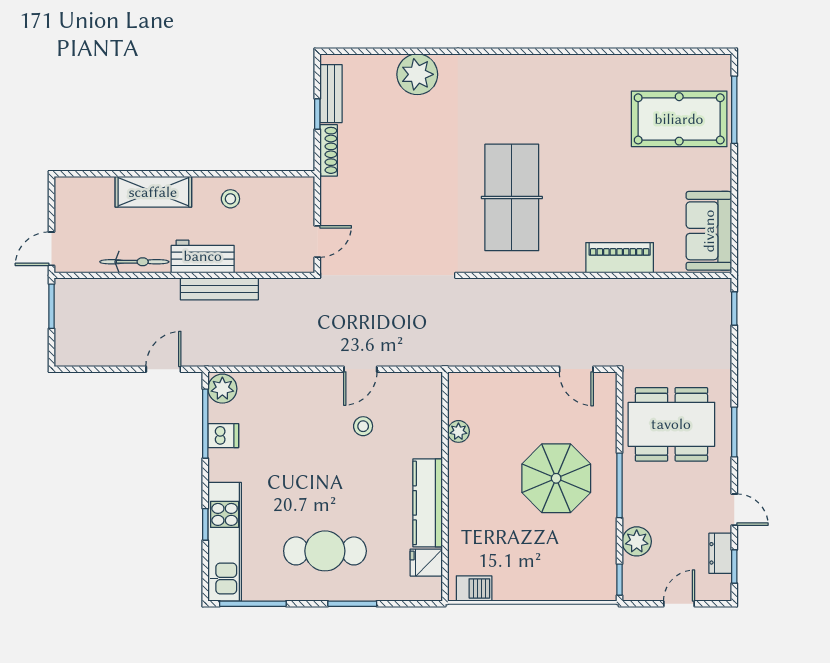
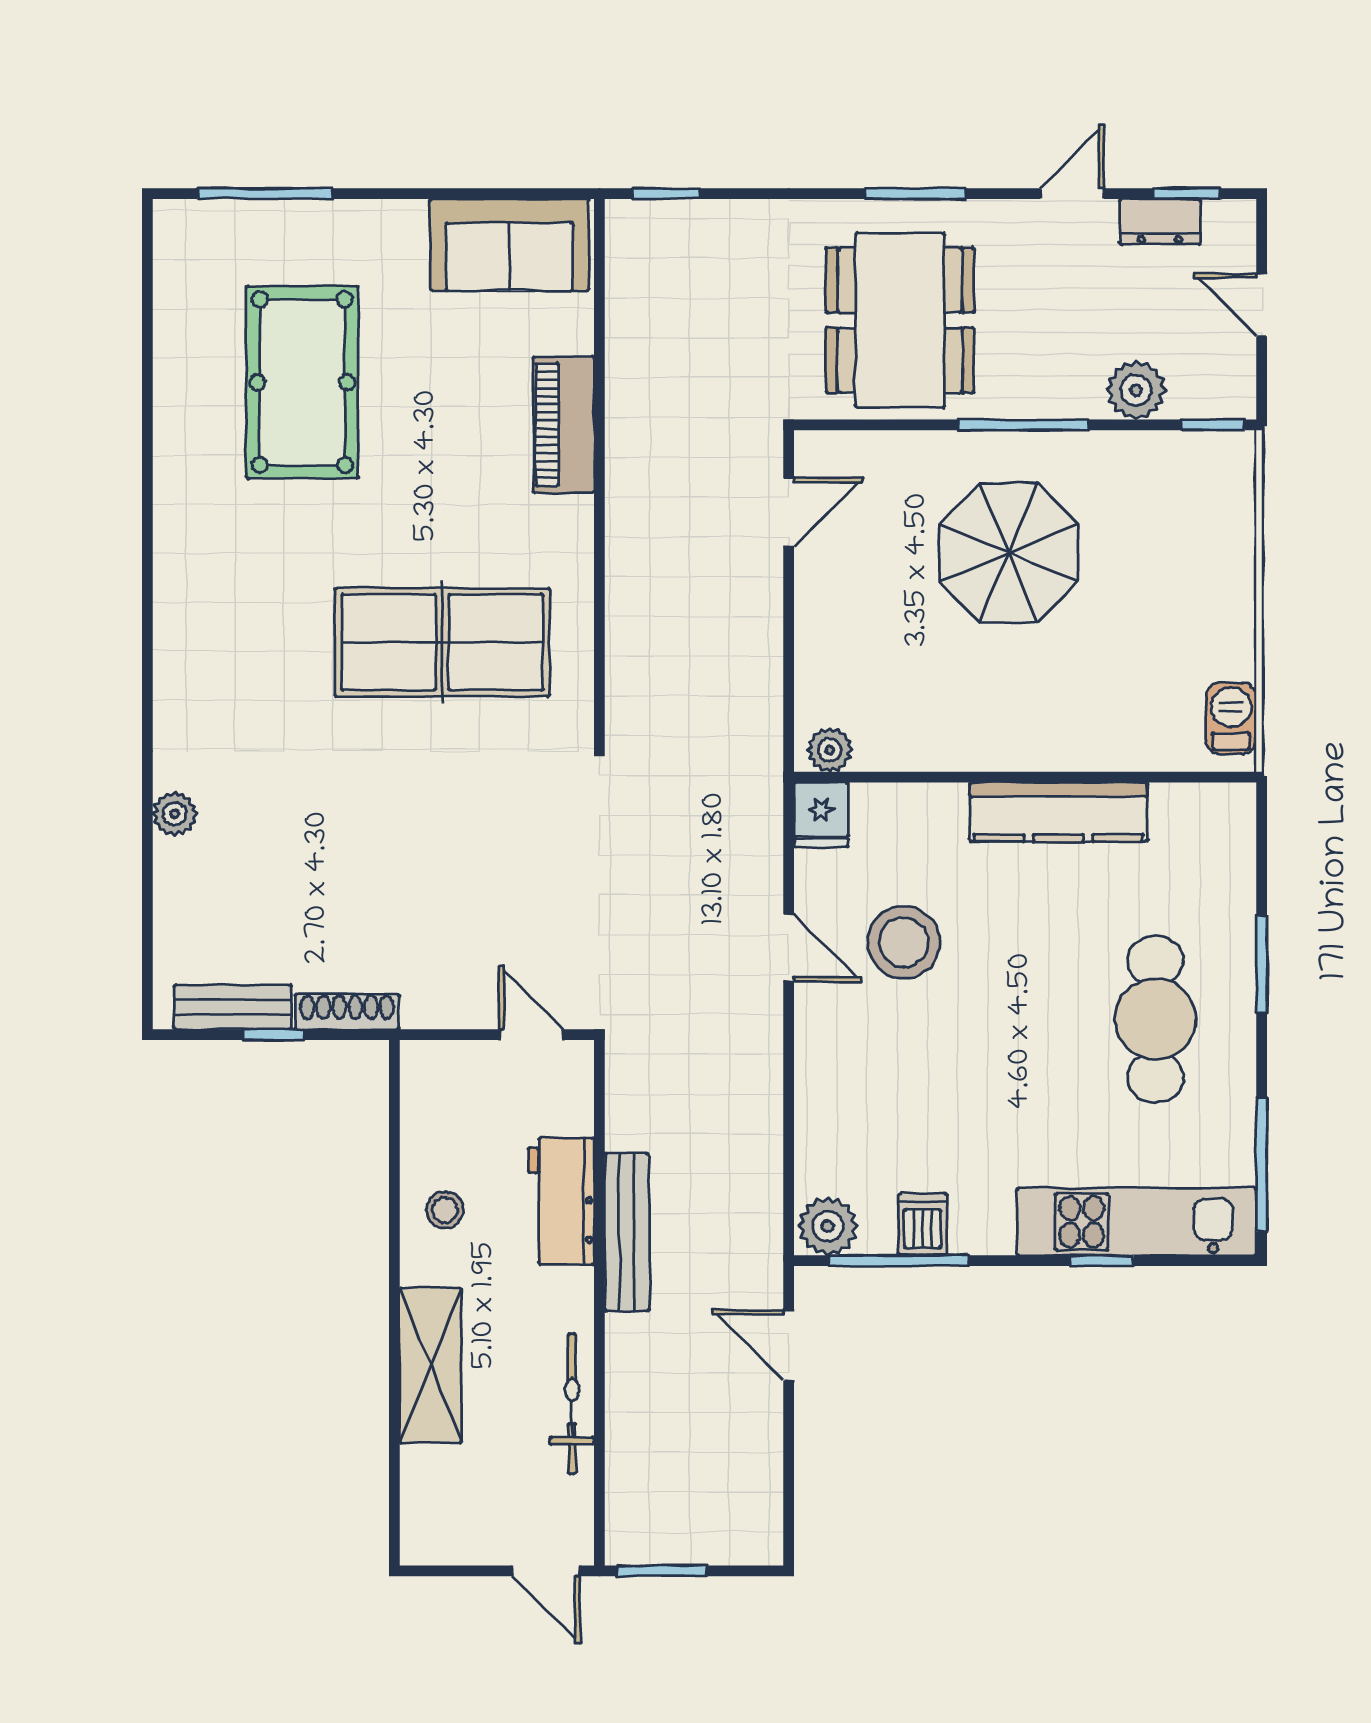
plant: (417, 74) -> (175, 814), width x0.53, depth x0.53
pool table: (679, 119) -> (302, 382), moved
workbench: (203, 256) -> (561, 1201), moved
stool: (363, 426) -> (904, 942), width x1.89, depth x1.89
plant: (458, 431) -> (830, 750), moved
fridge: (426, 563) -> (821, 815), moved

